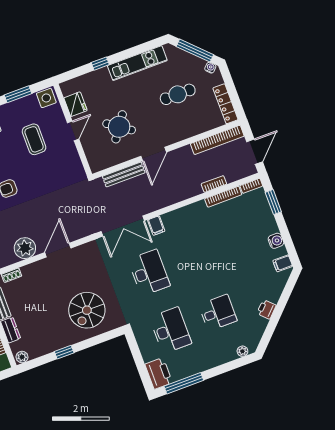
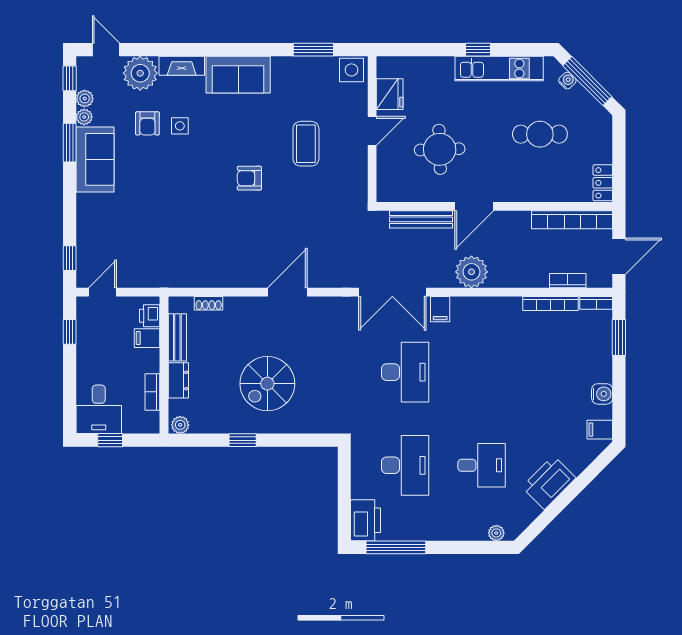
window: (100, 64) -> (478, 50), moved
water cooler: (210, 68) -> (567, 81), moved
locker: (225, 104) -> (603, 183), width x0.66
round table: (119, 127) -> (440, 149), turned -37
coffee table: (34, 139) -> (306, 144), moved
bookcase: (214, 184) -> (568, 281), moved
plant: (25, 248) -> (471, 272), moved
printer: (267, 309) -> (549, 483), width x1.87, depth x1.48
spiral stairs: (87, 310) -> (267, 384), moved

